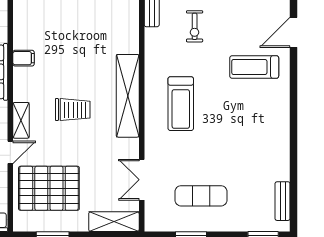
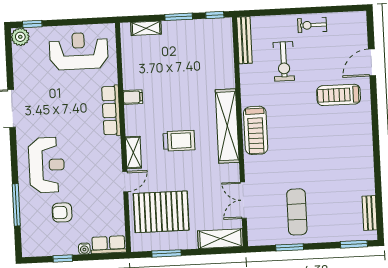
exercise bike: (195, 26) -> (284, 61), width x1.38, depth x1.39
treadmill: (181, 104) -> (256, 130), moved
exercise mat: (201, 196) -> (297, 212), turned 90

